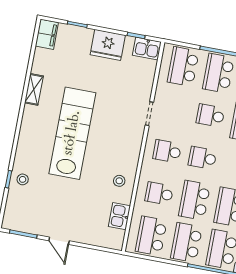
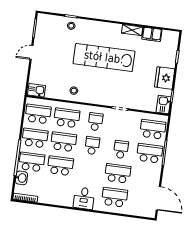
filing cabinet: (47, 34) -> (152, 34), moved
lab bench: (72, 133) -> (104, 57), turned 180
school desk: (159, 194) -> (67, 118), width x1.85
kitchen sink: (119, 216) -> (37, 90), moved

